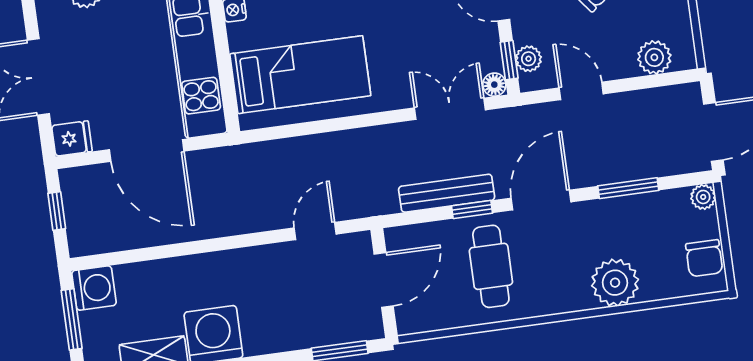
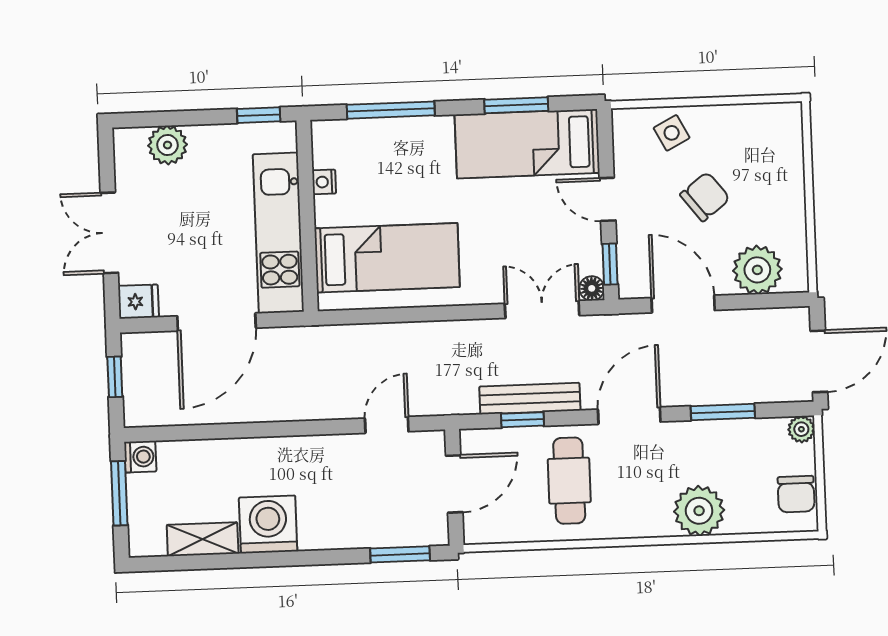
plant: (654, 57) -> (757, 270), width x1.36, depth x1.36
plant: (529, 59) -> (631, 265), removed
door: (581, 91) -> (683, 304), width x1.38
door: (147, 150) -> (217, 322), hinge flipped
window: (472, 210) -> (523, 420), moved
washing machine: (94, 288) -> (140, 457), width x0.73, depth x0.73

